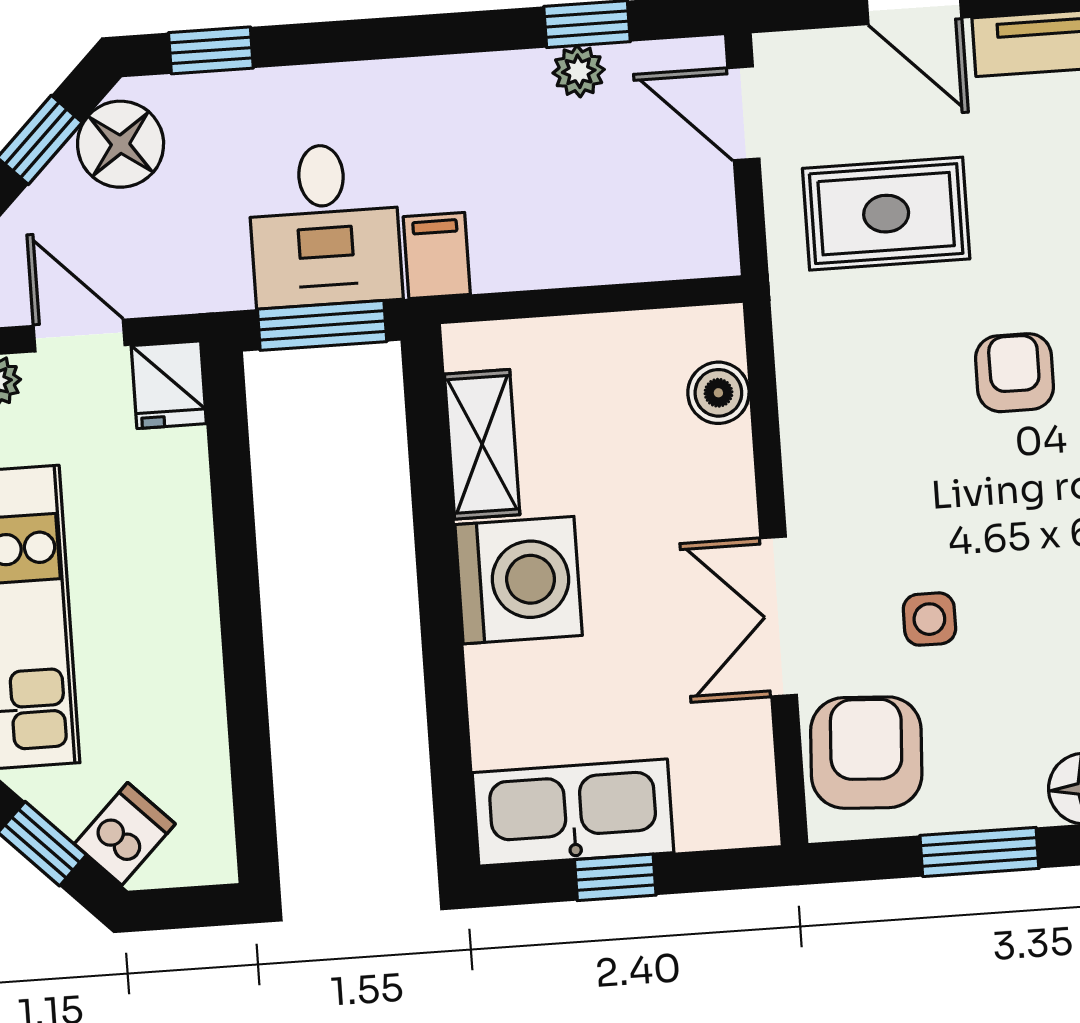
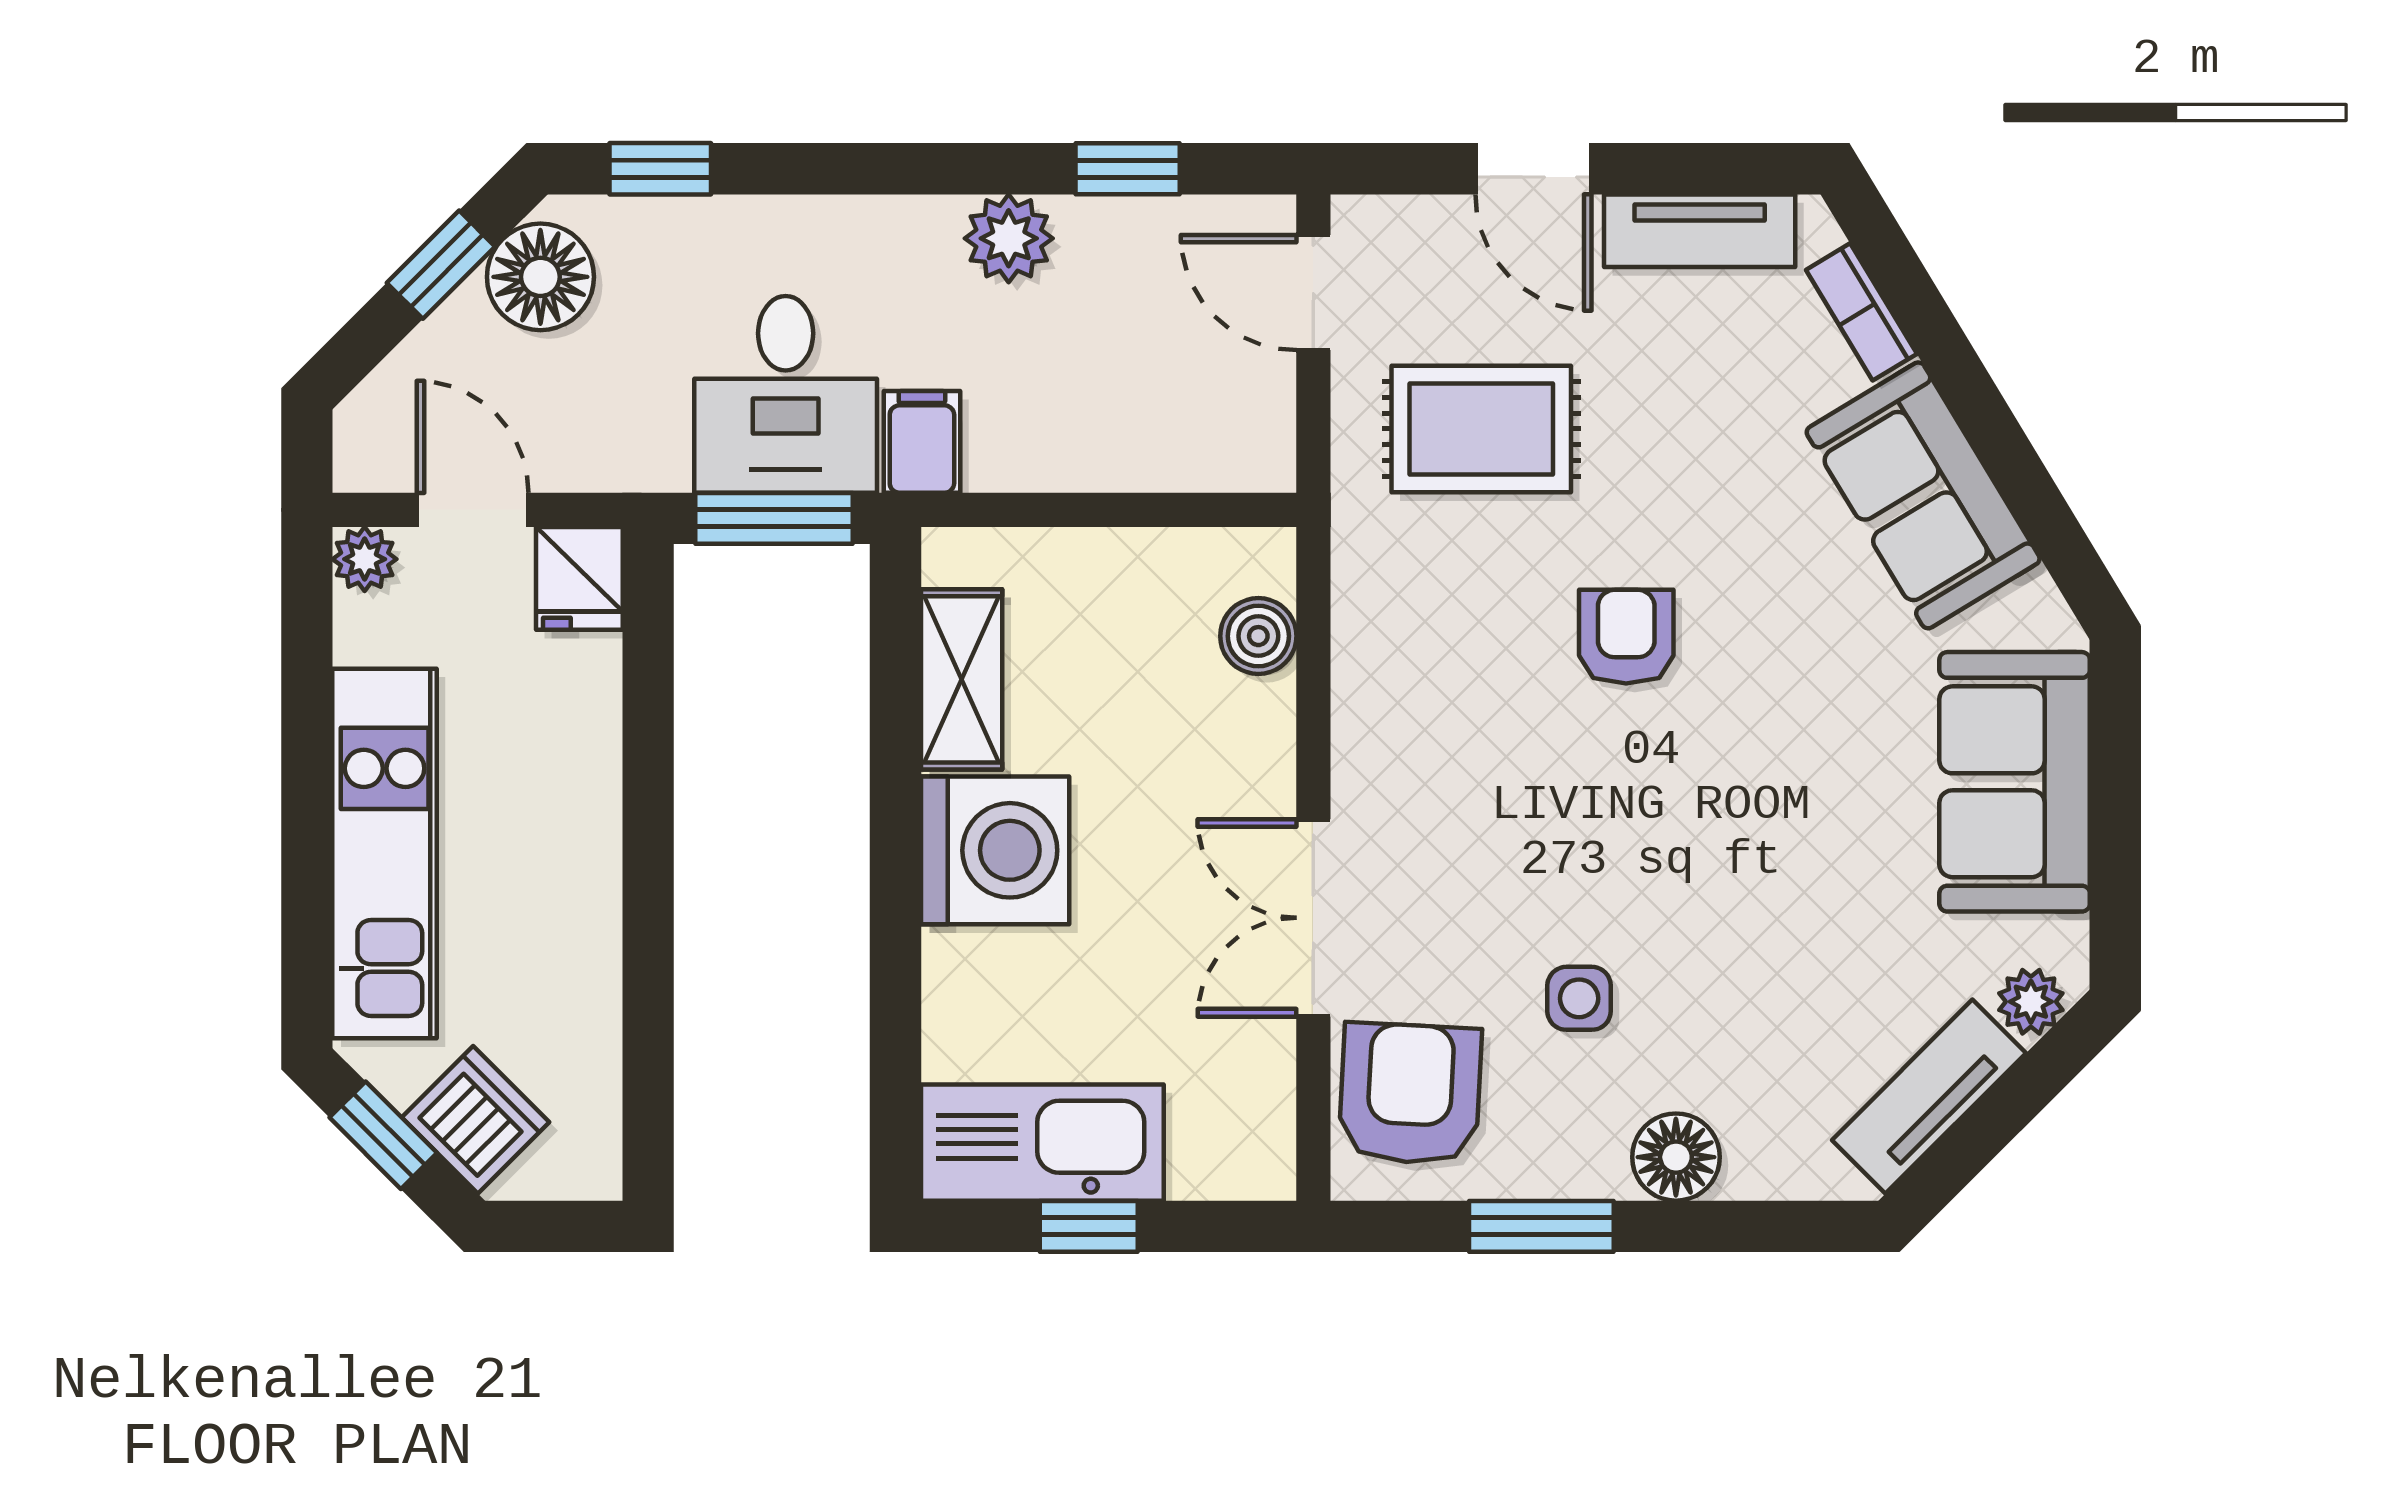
plant: (579, 71) -> (1009, 238), moved, width x1.38, depth x1.38
side table: (929, 619) -> (1579, 998), moved
dishwasher: (125, 834) -> (475, 1120), width x1.38

